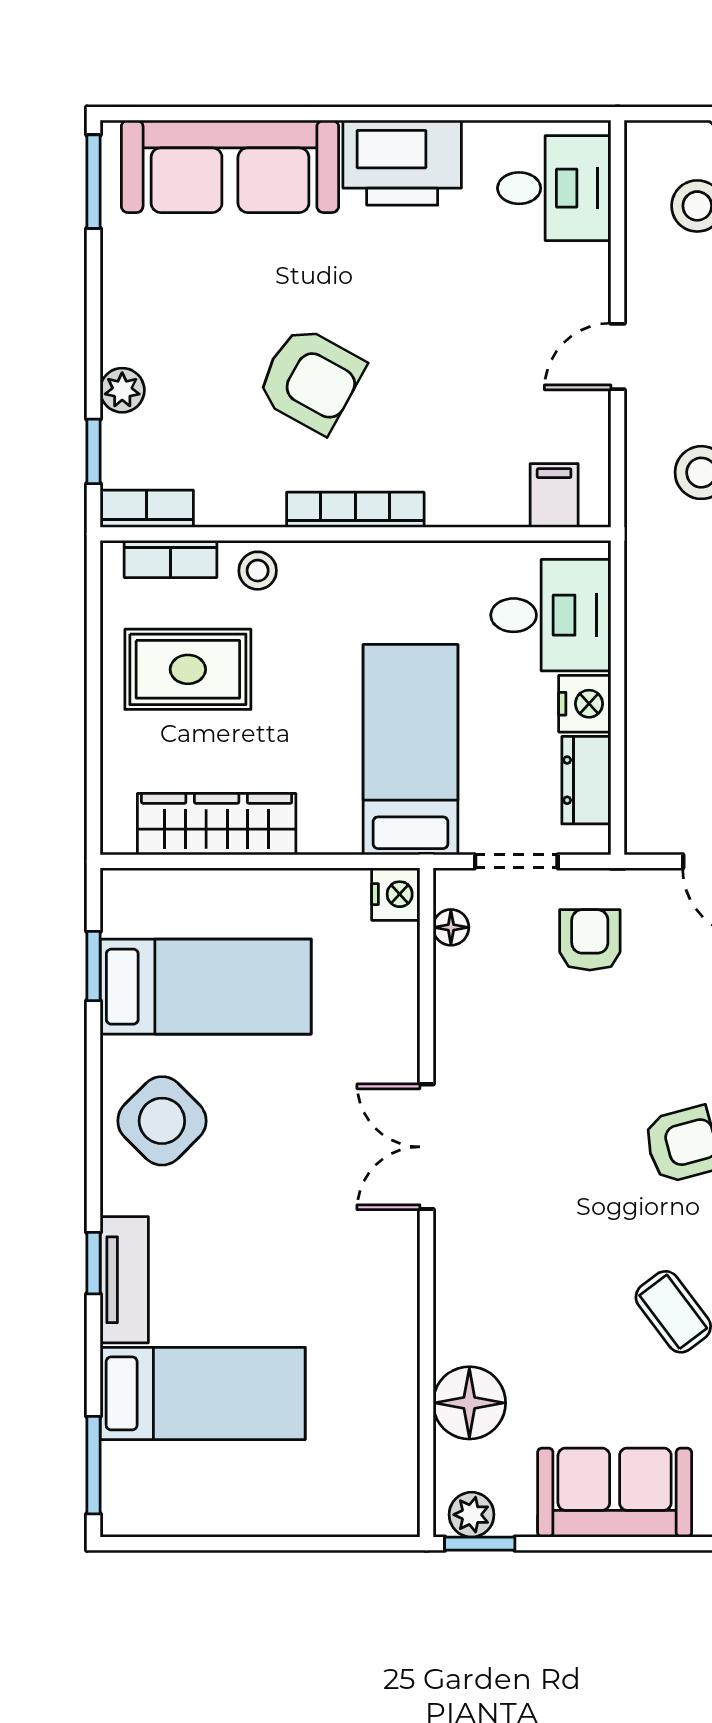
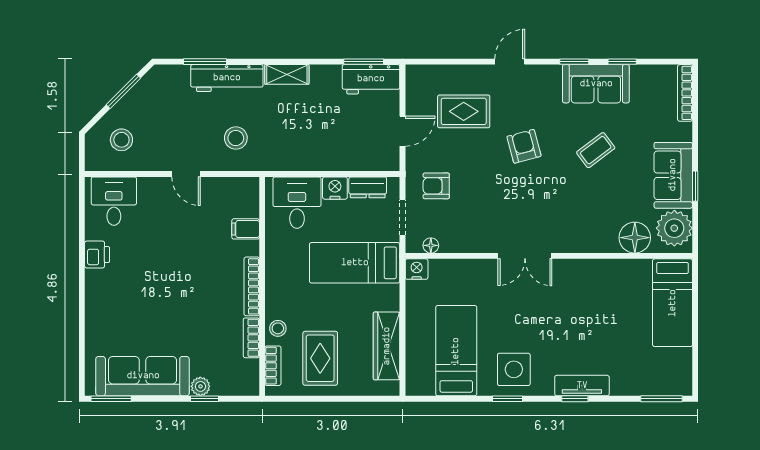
printer: (402, 163) -> (97, 255), width x0.53, depth x0.68
sofa: (230, 166) -> (143, 376), moved, turned -90
armchair: (310, 380) -> (196, 306), removed
window: (94, 451) -> (205, 399), moved
filing cabinet: (554, 495) -> (246, 229), moved
bookcase: (147, 509) -> (251, 338), moved
window: (94, 966) -> (507, 399), moved
side table: (162, 1121) -> (514, 369), turned 45
bed: (203, 1393) -> (673, 303), moved, turned 180
plant: (472, 1515) -> (674, 228), width x1.88, depth x1.88
window: (480, 1544) -> (695, 186), moved

